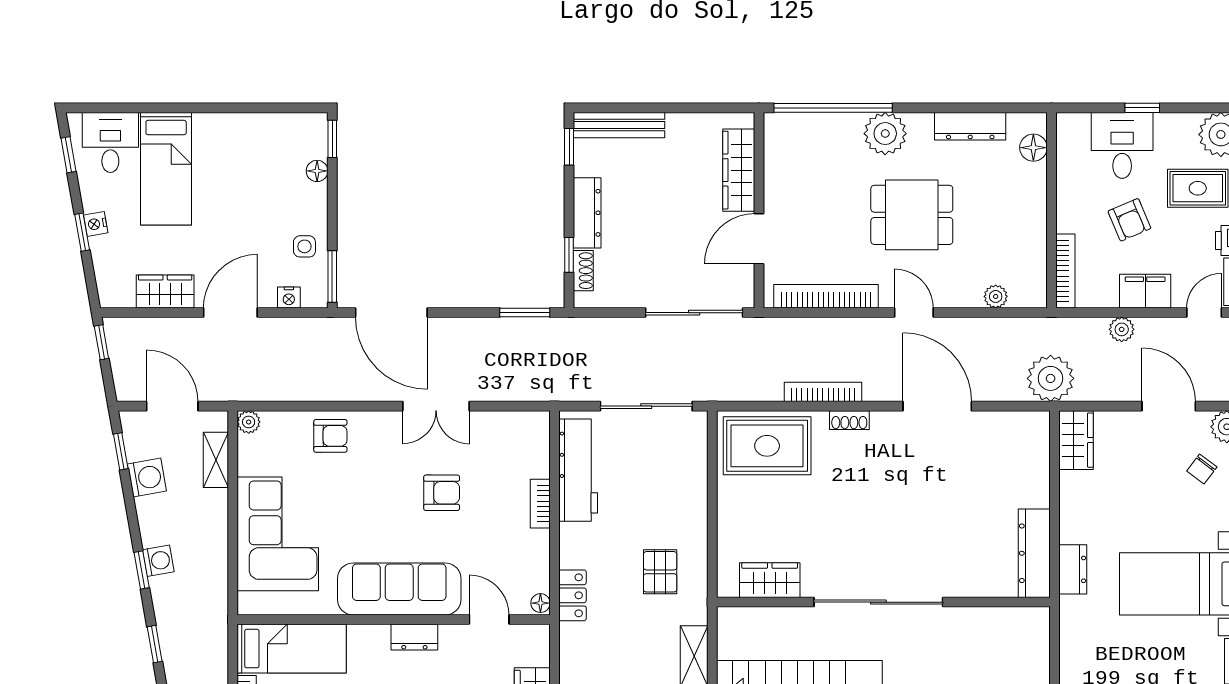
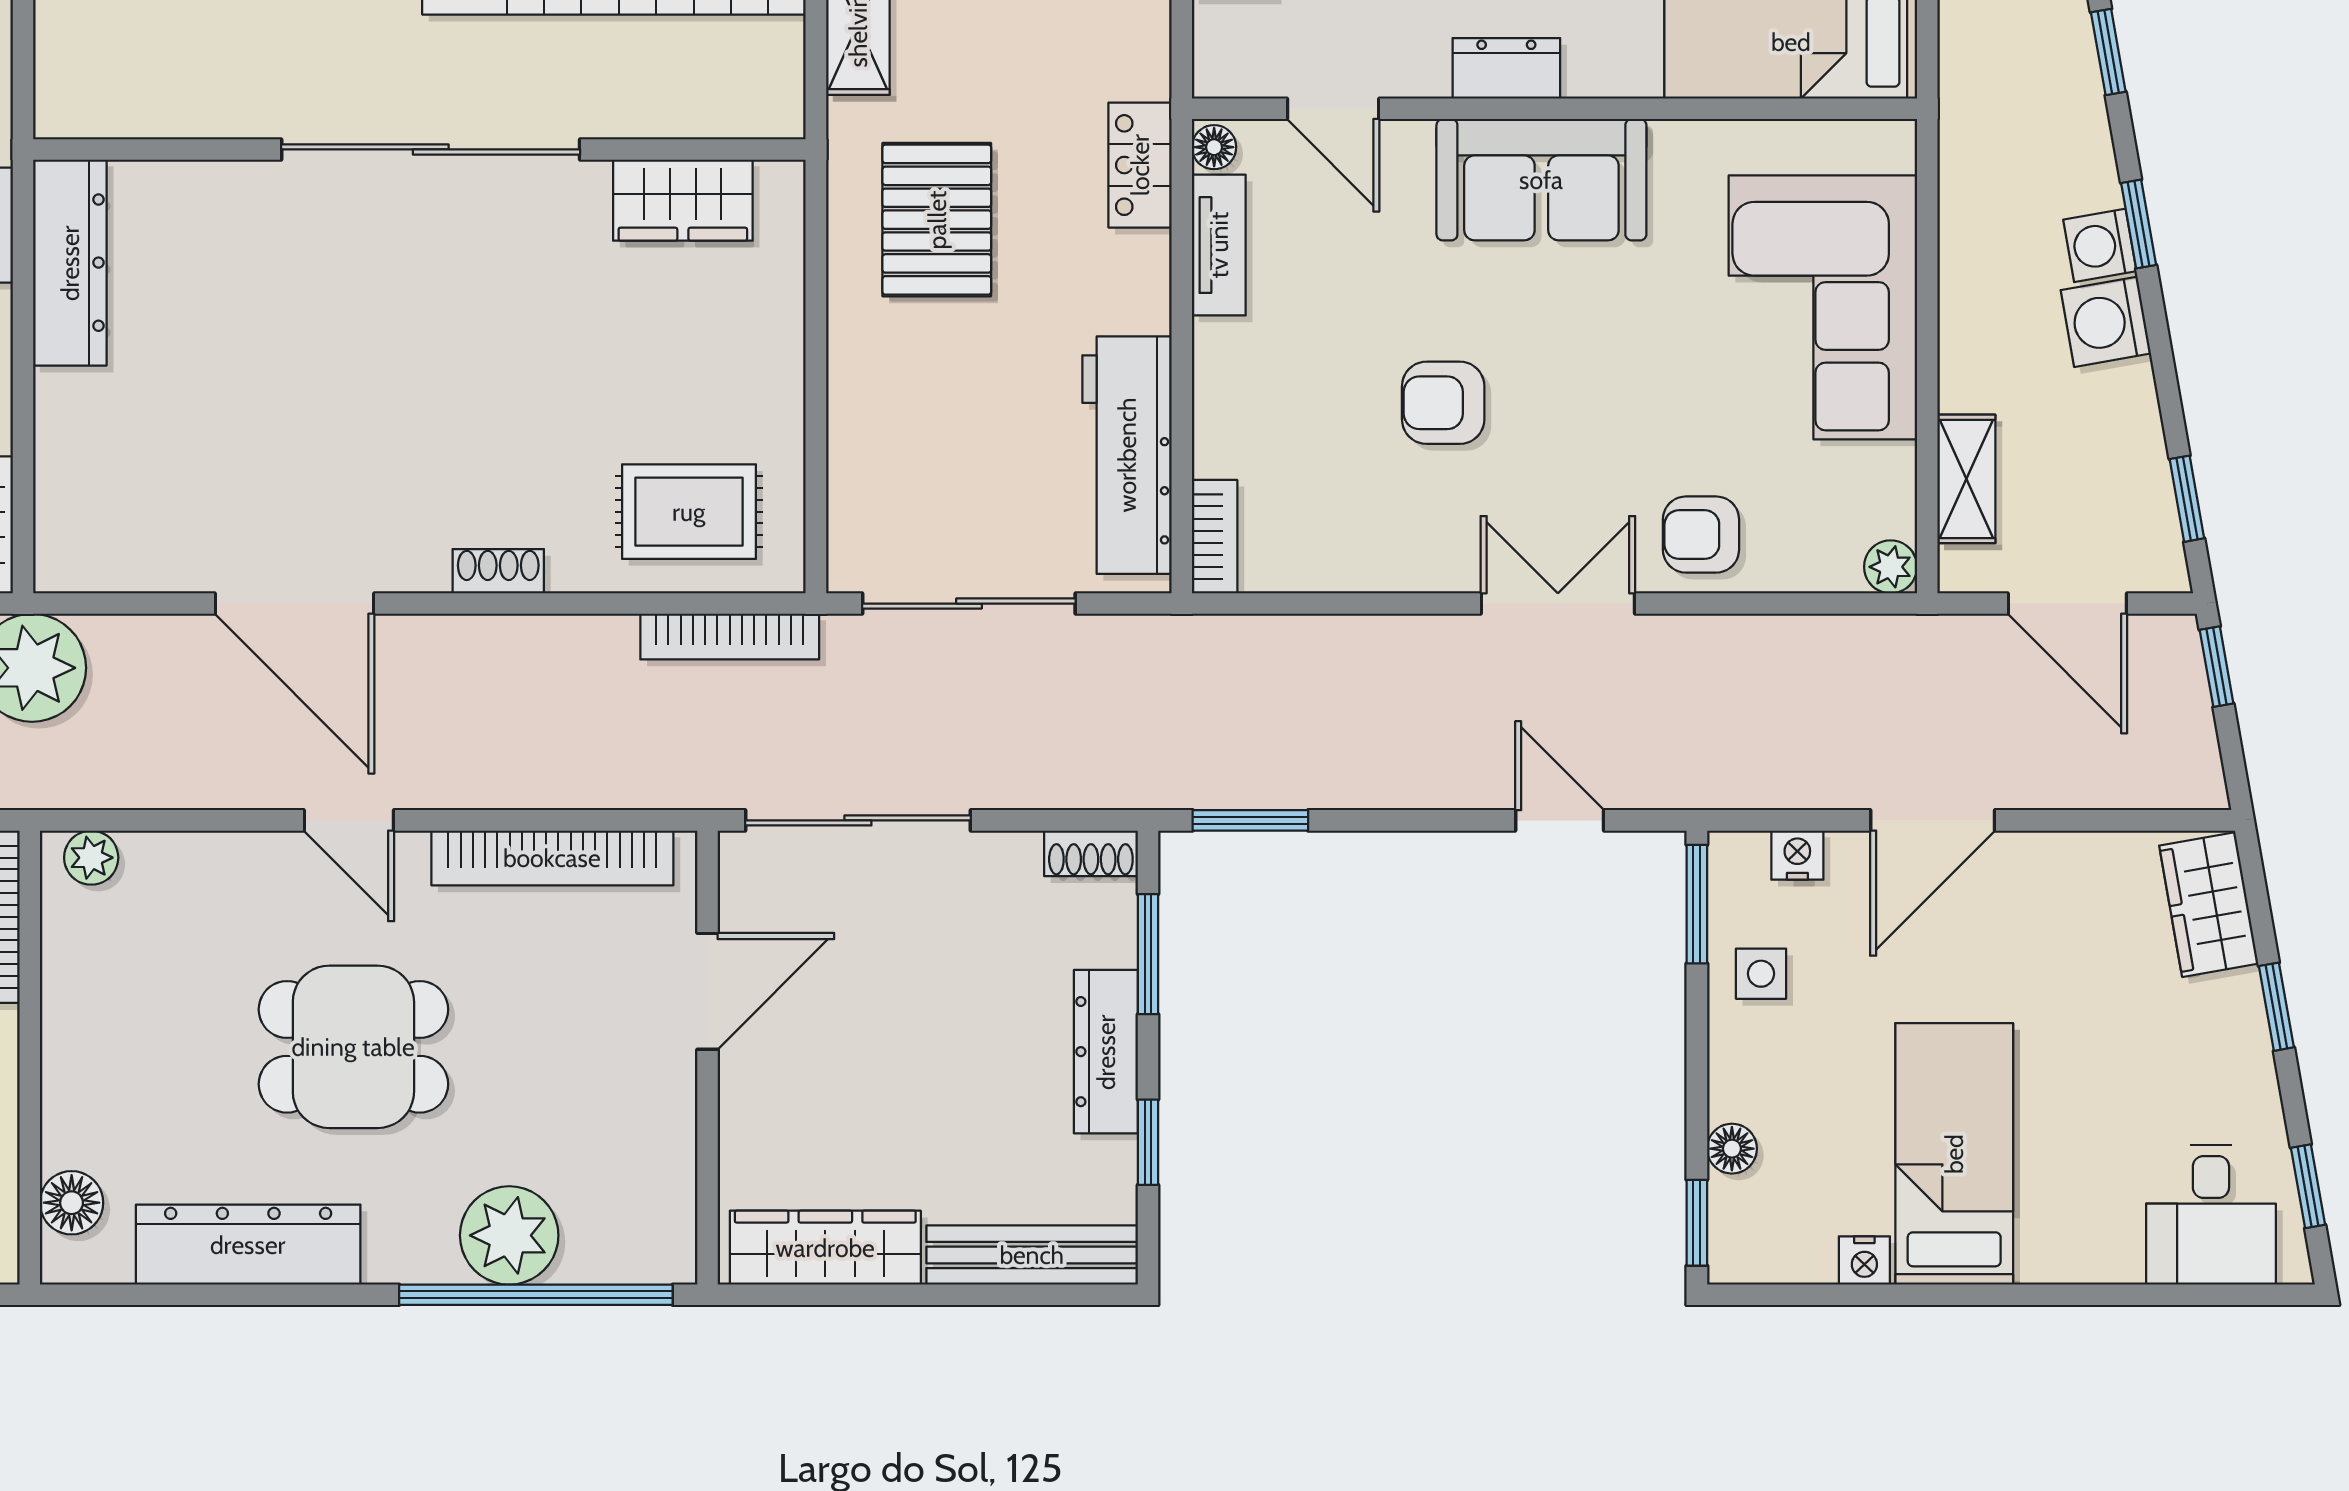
dresser: (970, 126) -> (248, 1245), width x1.37, depth x1.24
plant: (885, 134) -> (509, 1235), moved
window: (569, 147) -> (1148, 1142), moved
bed: (166, 169) -> (1954, 1154), moved
wardrobe: (739, 170) -> (825, 1248), moved, turned -90
nightstand: (96, 224) -> (1864, 1260), moved, turned 100
window: (569, 255) -> (1148, 954), width x1.50
shoe rack: (583, 271) -> (1091, 853), moved, turned -90
wardrobe: (165, 291) -> (2209, 905), moved, turned 80
plant: (996, 296) -> (91, 858), moved
door: (391, 313) -> (1560, 820), width x0.53
window: (101, 342) -> (2217, 667), moved
bookcase: (823, 392) -> (730, 637), moved
double door: (436, 406) -> (1558, 604), moved
rug: (767, 446) -> (689, 512), width x0.73, depth x0.70
washing machine: (147, 478) -> (2106, 322), moved
bookcase: (540, 504) -> (1215, 537), moved
tv unit: (538, 561) -> (1219, 245), added
pallet: (660, 572) -> (937, 220), width x1.50, depth x1.42
sofa: (399, 589) -> (1541, 180), width x0.73

